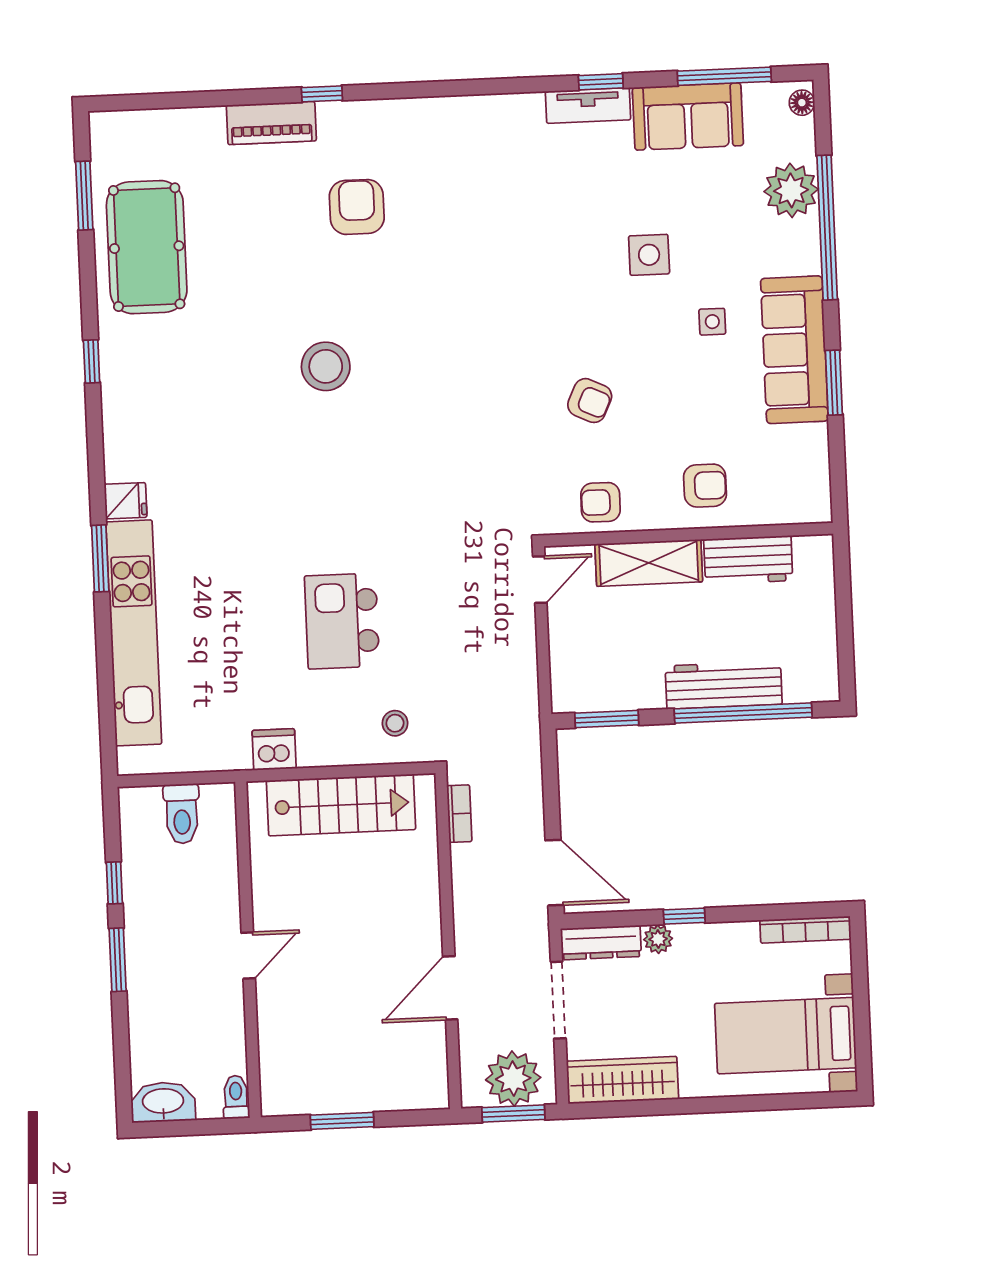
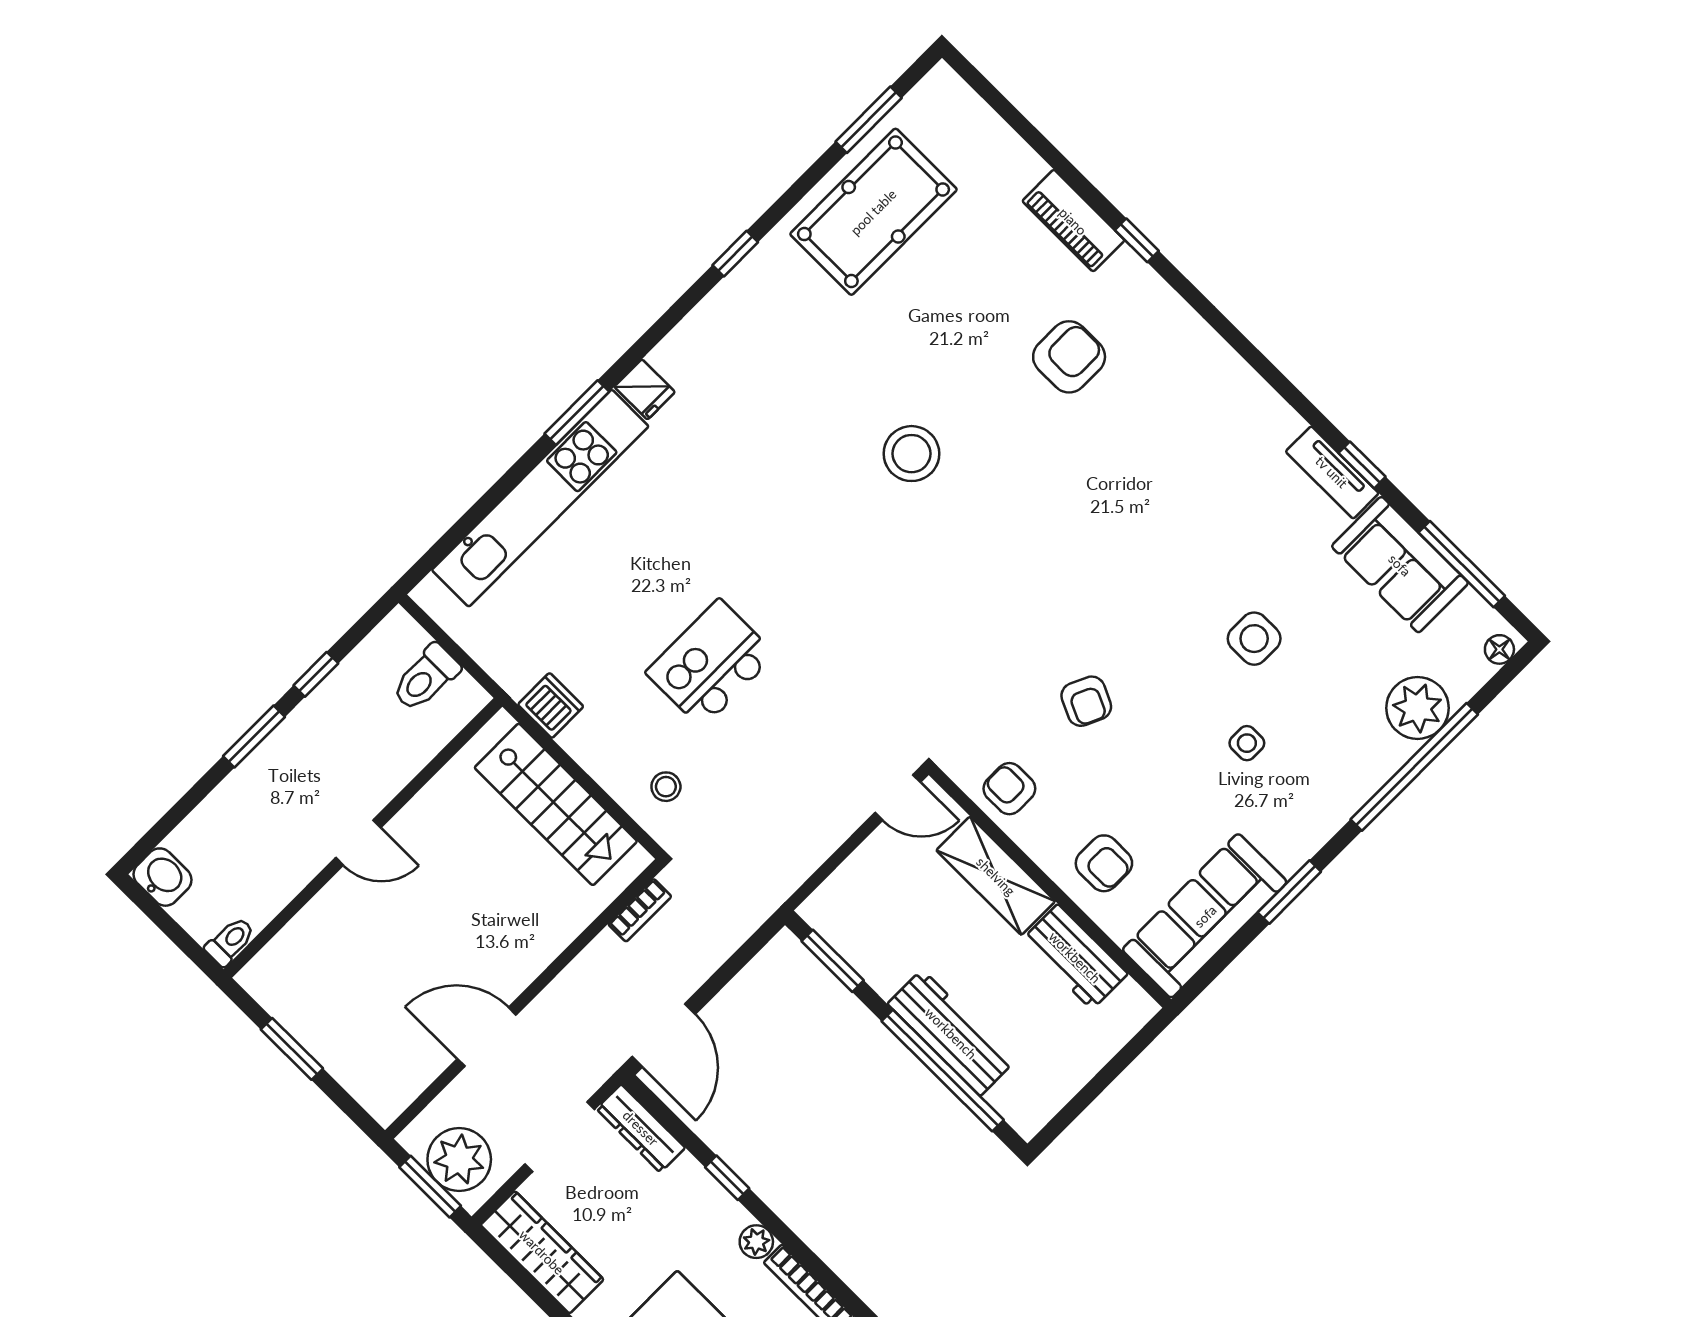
sofa: (794, 350) -> (1205, 916), moved
plant: (658, 939) -> (756, 1242), moved
washbasin: (163, 1102) -> (163, 877), width x0.72

